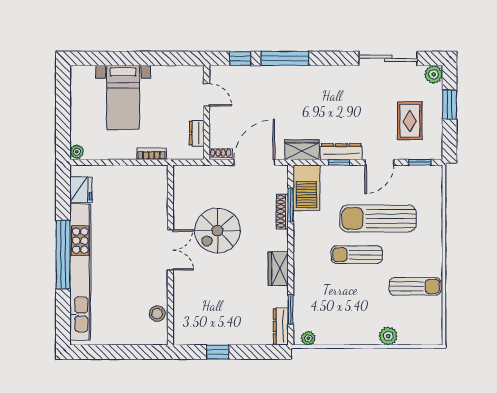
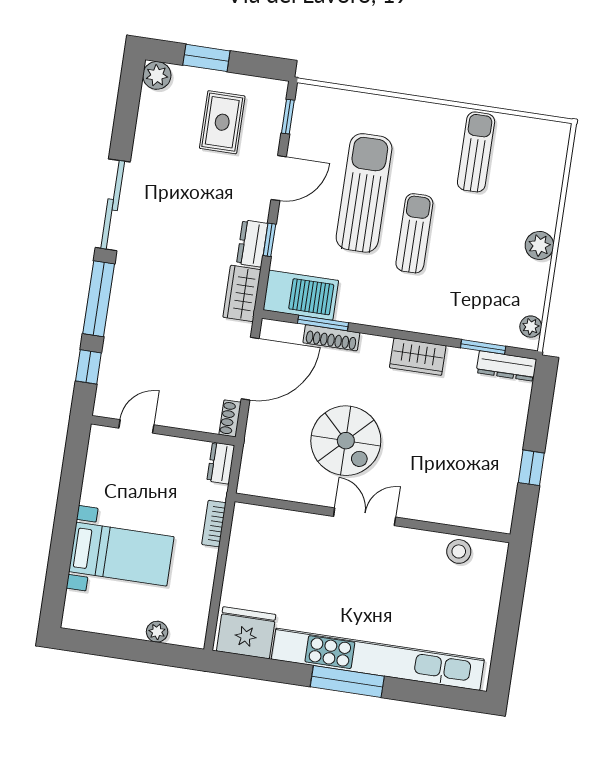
sliding door: (388, 58) -> (113, 205), moved
rug: (410, 121) -> (222, 122), turned 90
dresser: (197, 133) -> (221, 463), moved, turned 90
plant: (77, 152) -> (157, 632), moved
dresser: (341, 152) -> (252, 244), width x0.70
door: (254, 162) -> (250, 369), swing flipped
door: (379, 162) -> (279, 178), hinge flipped
fridge: (81, 190) -> (246, 633), width x1.36, depth x1.34
sun lounger: (378, 218) -> (364, 193), turned 180
window: (63, 255) -> (347, 681), width x0.68
sun lounger: (357, 255) -> (414, 233), turned 180
plant: (388, 336) -> (539, 245), moved

